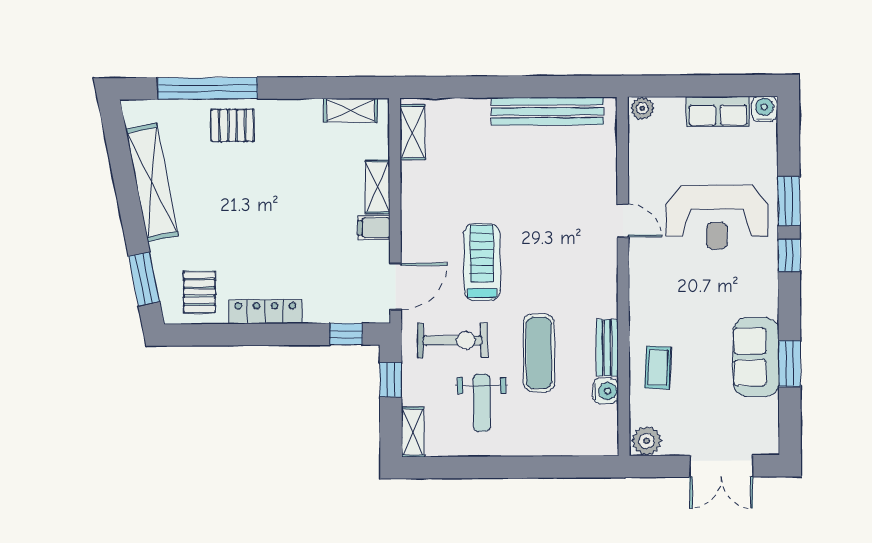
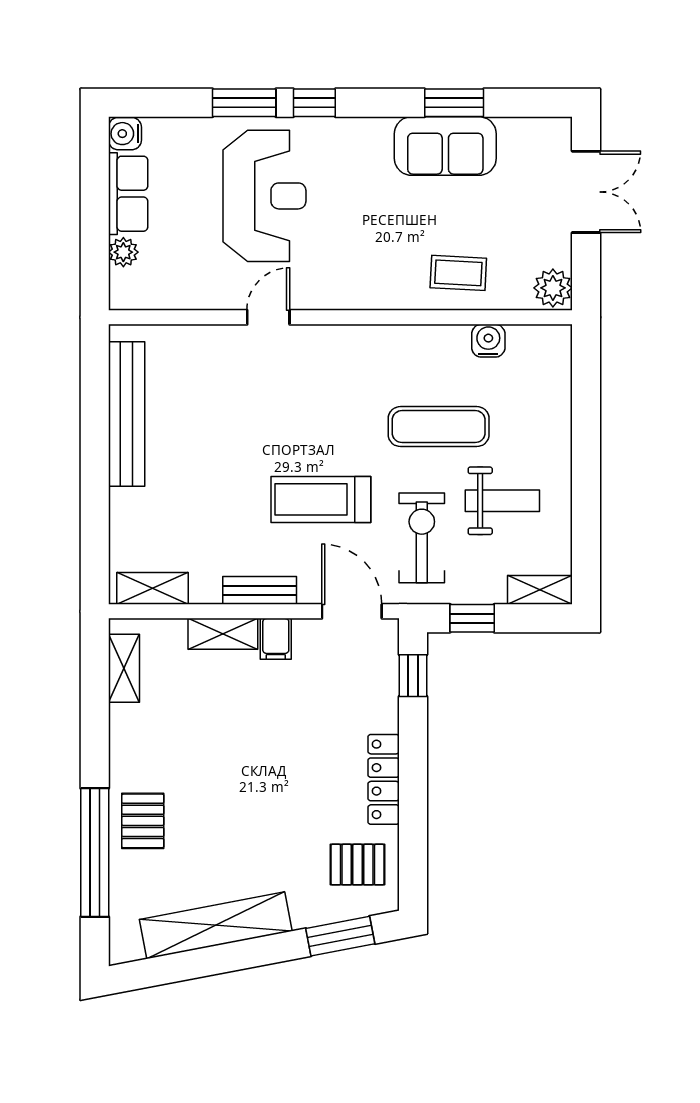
plant: (642, 108) -> (123, 252), moved
bench: (607, 348) -> (260, 590), moved

